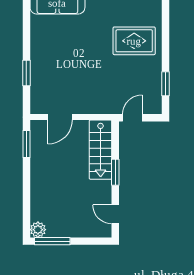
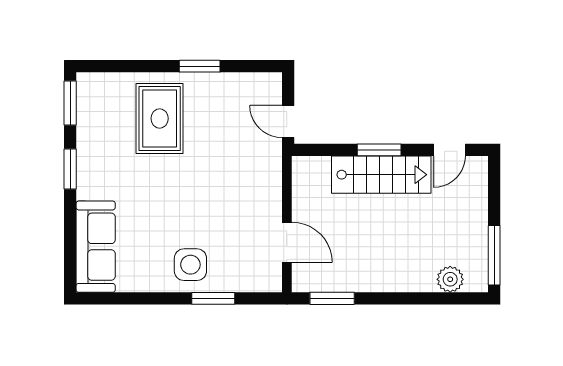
side table: (47, 59) -> (190, 265), added
window: (166, 84) -> (200, 66), moved
stairs: (101, 150) -> (381, 175), moved
plant: (38, 230) -> (450, 279), moved

